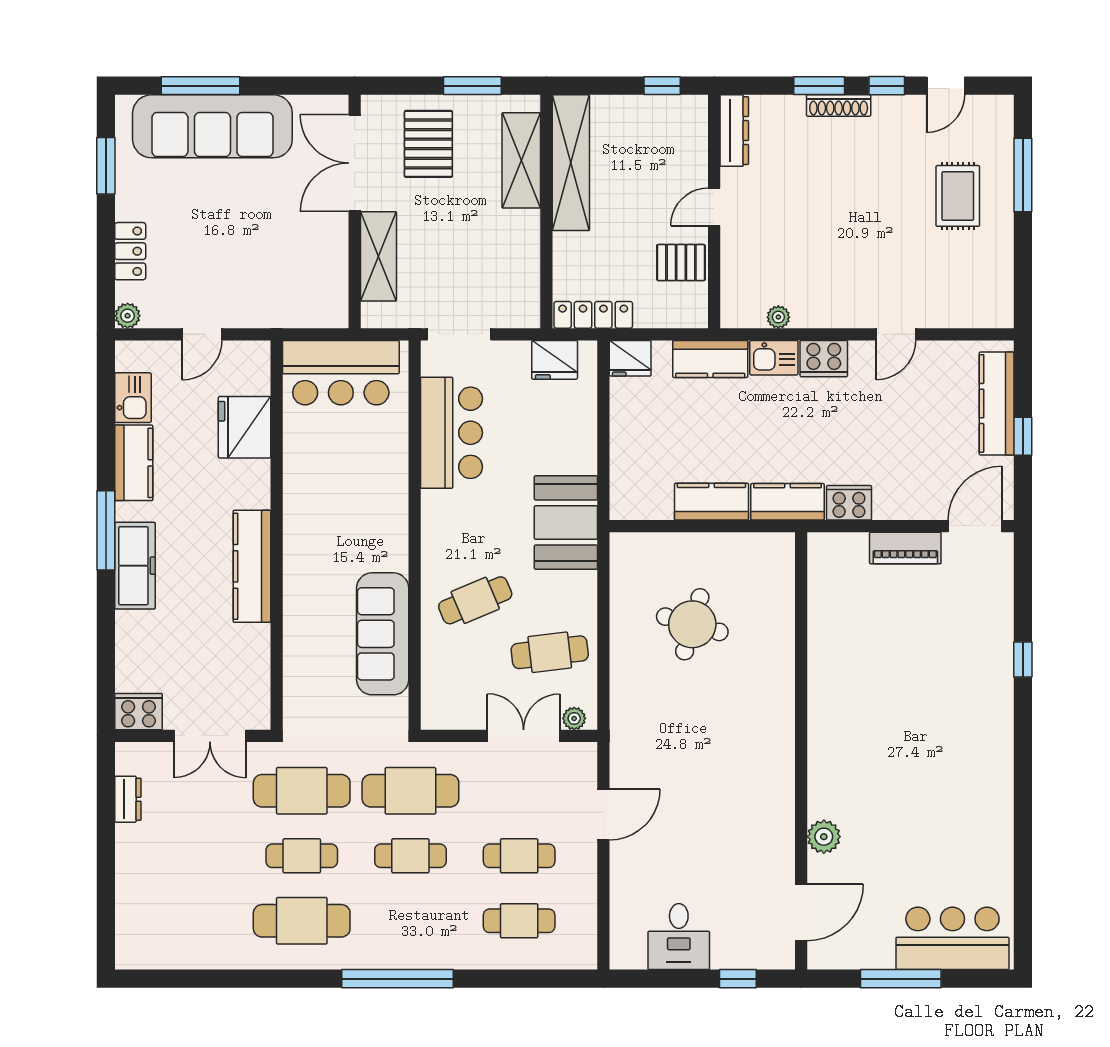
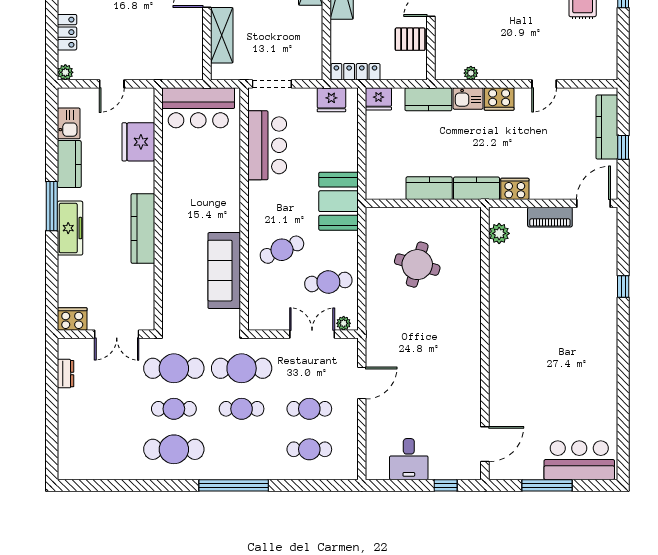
plant: (824, 837) -> (499, 233), moved

